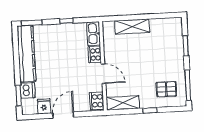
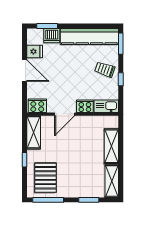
shelving: (166, 24) -> (112, 181), added
trolley: (58, 37) -> (105, 69), added
pallet: (166, 89) -> (45, 178), width x1.50, depth x1.42

